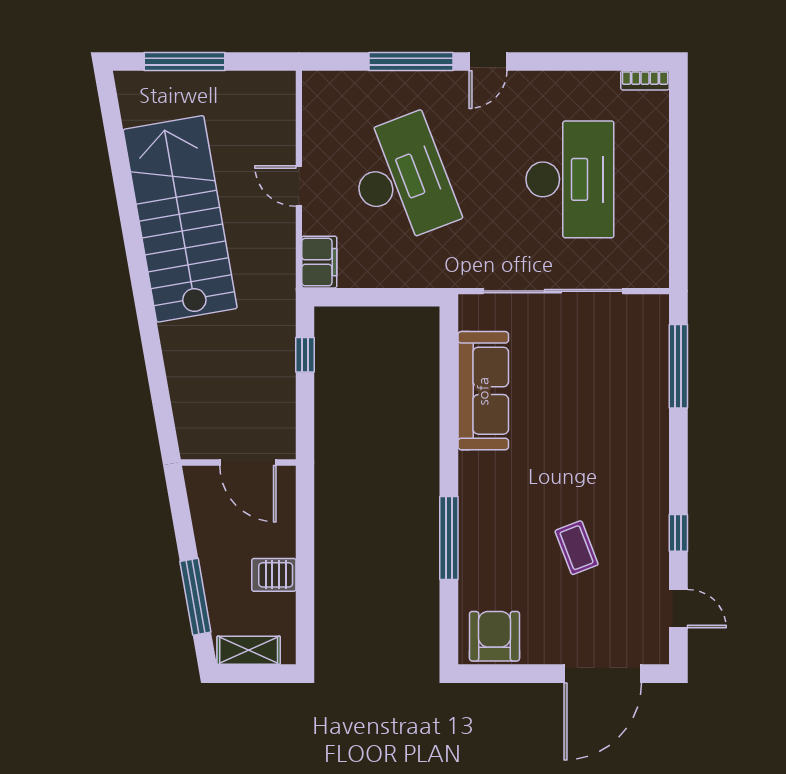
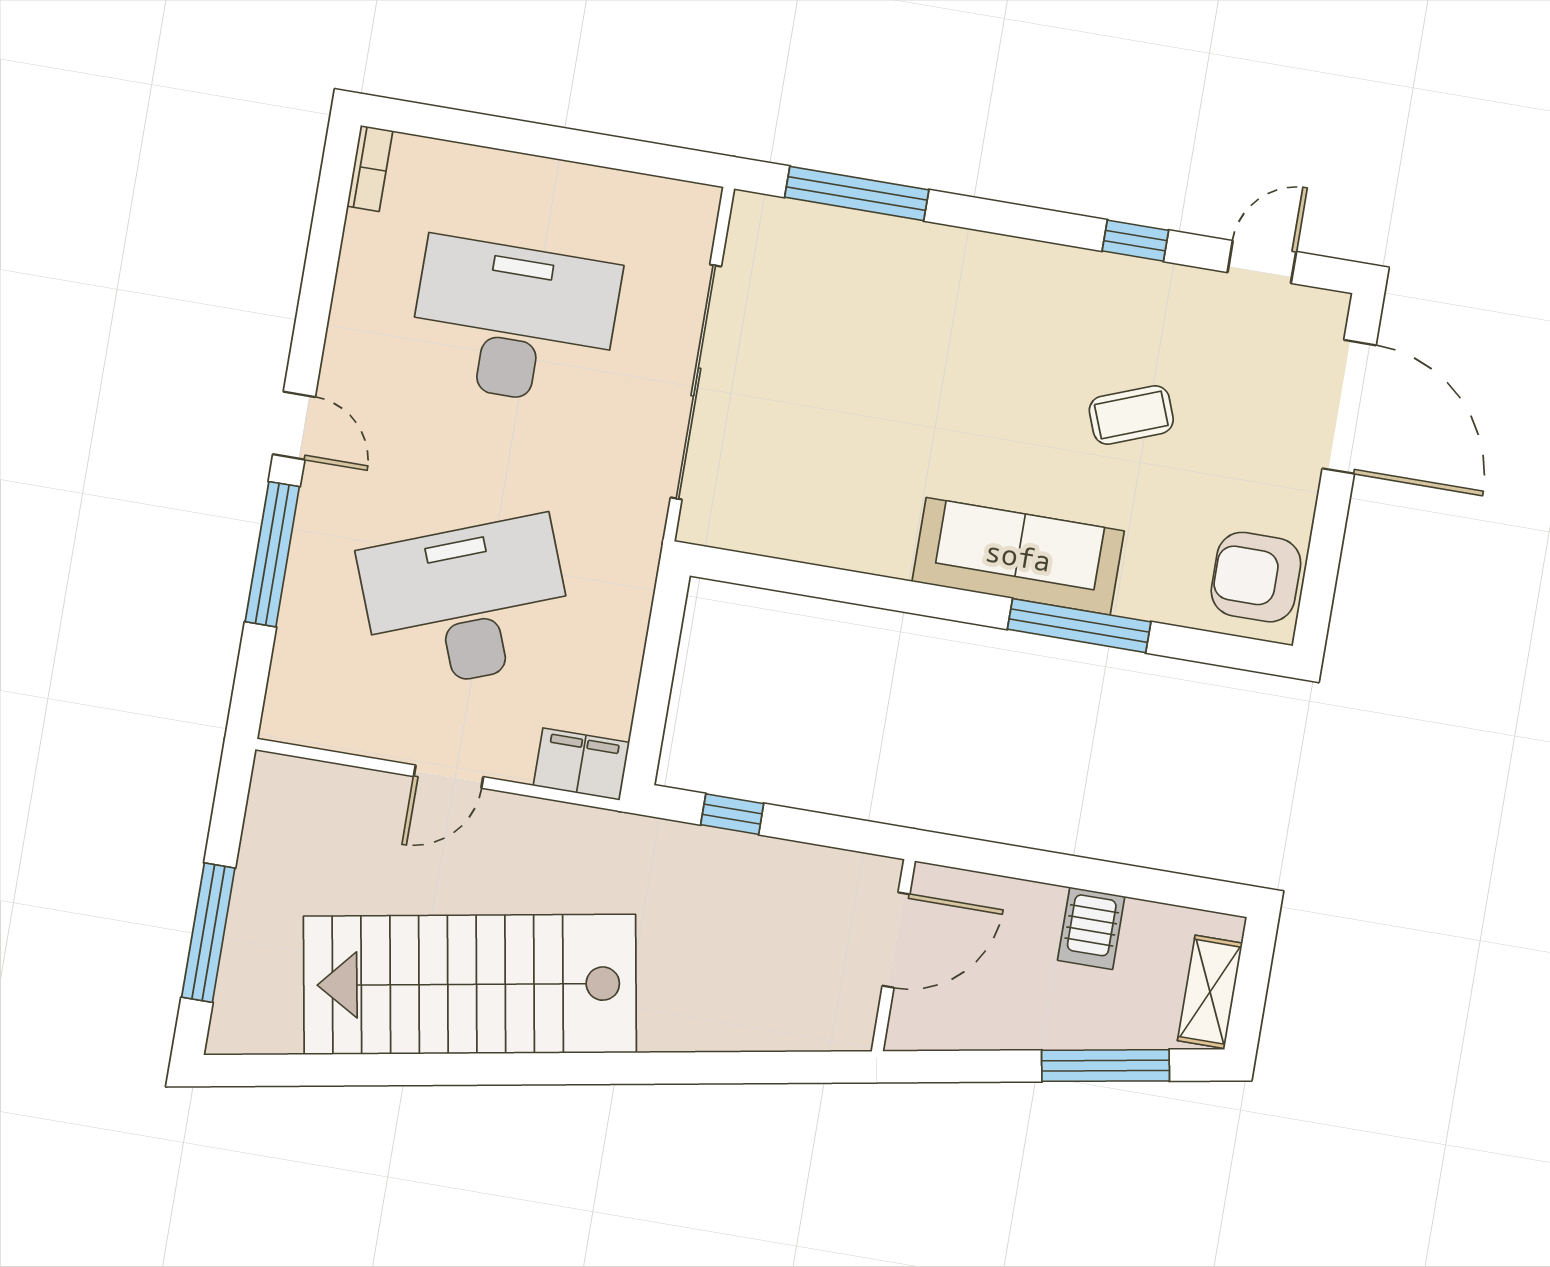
sofa: (483, 391) -> (1018, 556), moved

